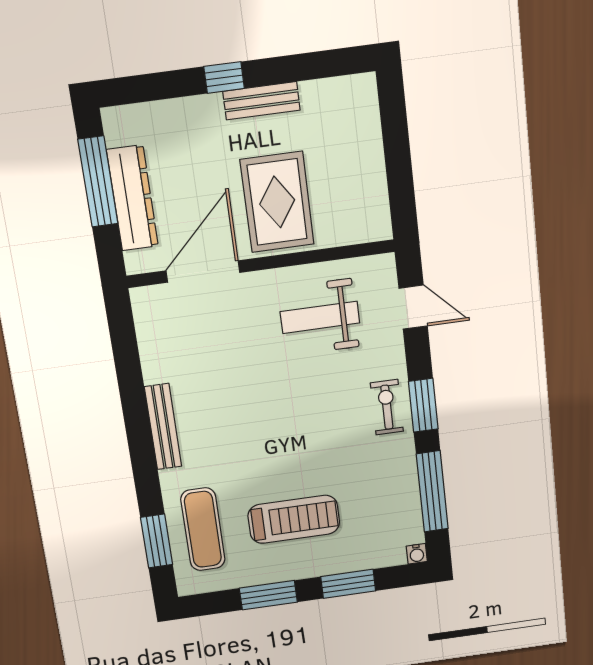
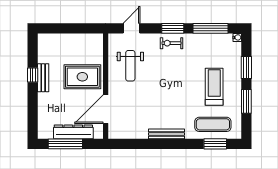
window: (224, 77) -> (33, 75), moved
door: (203, 272) -> (106, 109), hinge flipped

